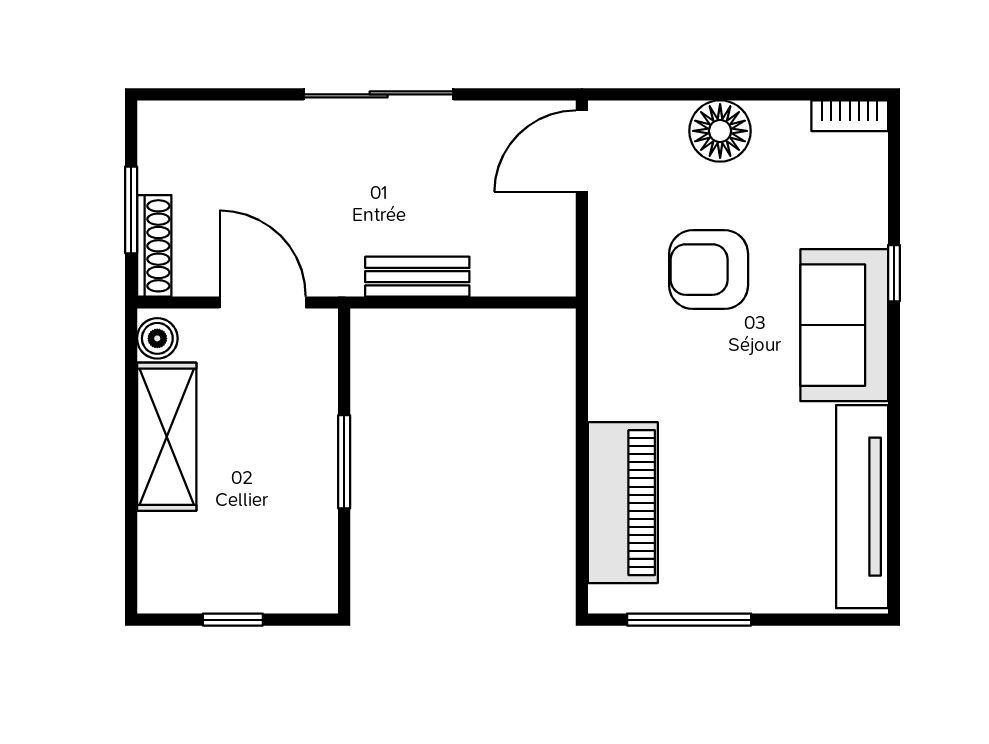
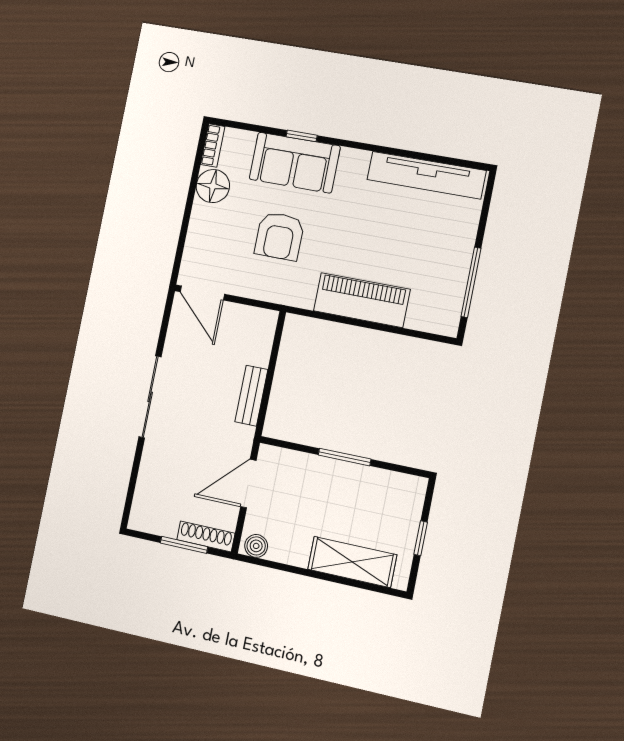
floor lamp: (720, 131) -> (213, 186), moved
sofa: (844, 325) -> (295, 163), moved
shelving: (167, 437) -> (352, 562), moved
piano: (623, 503) -> (362, 300), moved

